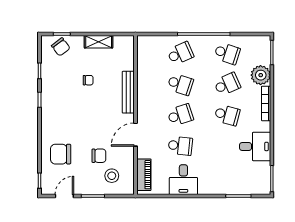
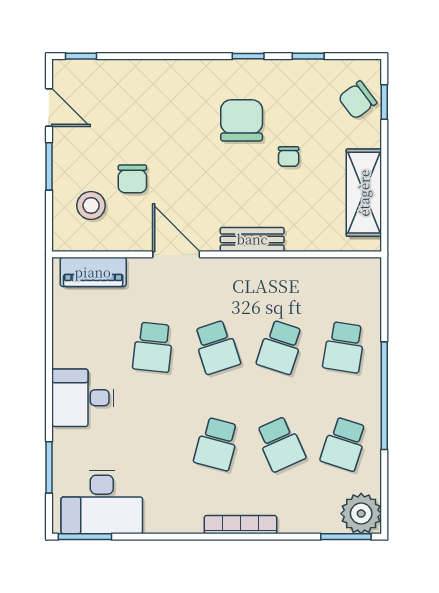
shelving: (99, 42) -> (364, 193), width x1.50, depth x1.33
school desk: (180, 53) -> (344, 347), turned 33
plant: (261, 75) -> (361, 514), moved
bench: (128, 92) -> (252, 239), width x0.73
desk: (255, 146) -> (102, 502), moved, width x1.37
chair: (61, 154) -> (242, 120), moved
desk: (183, 180) -> (83, 398), moved

